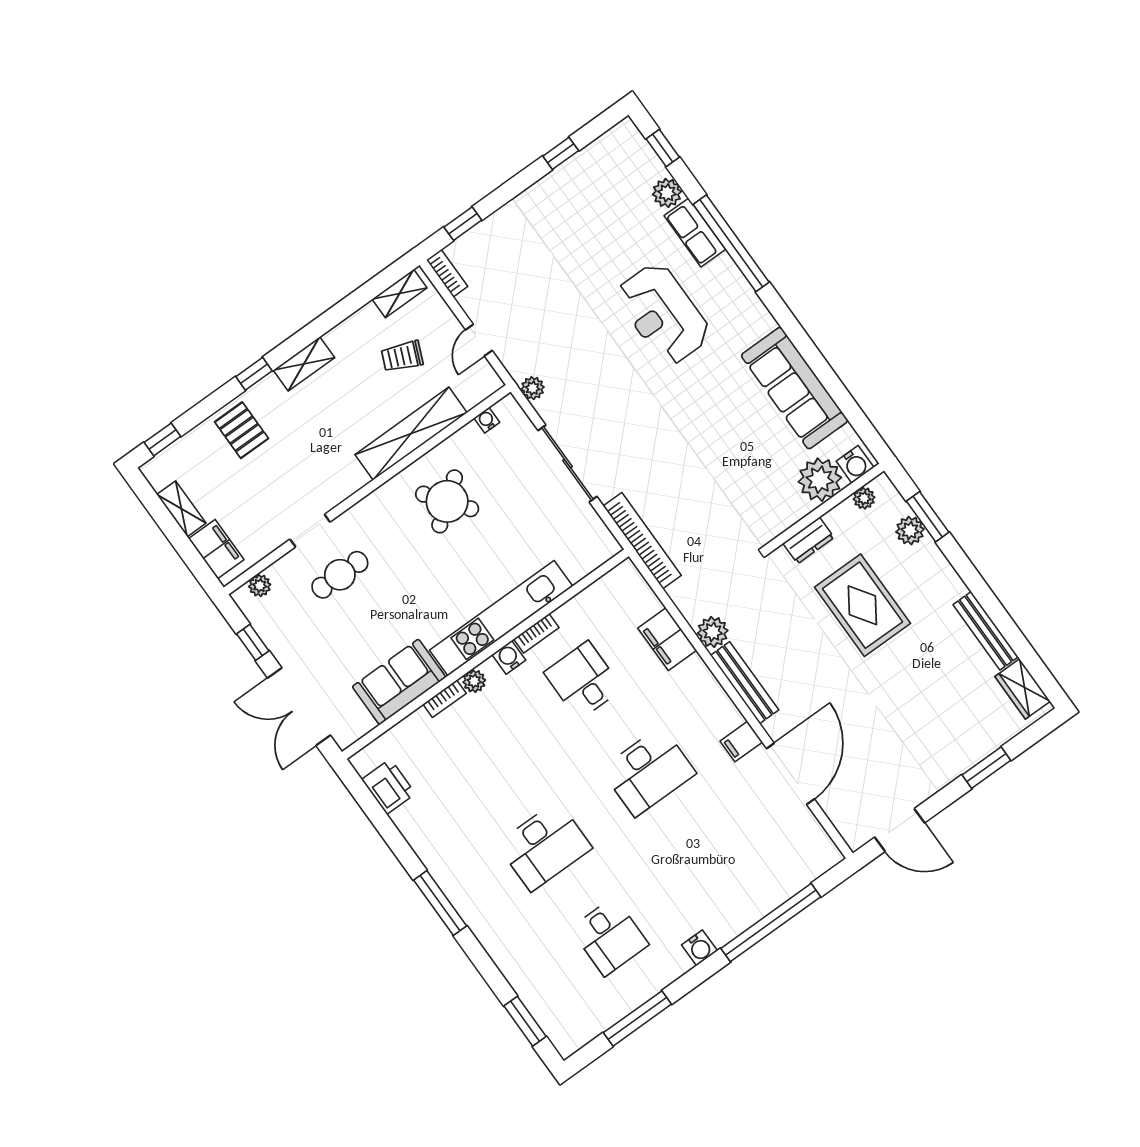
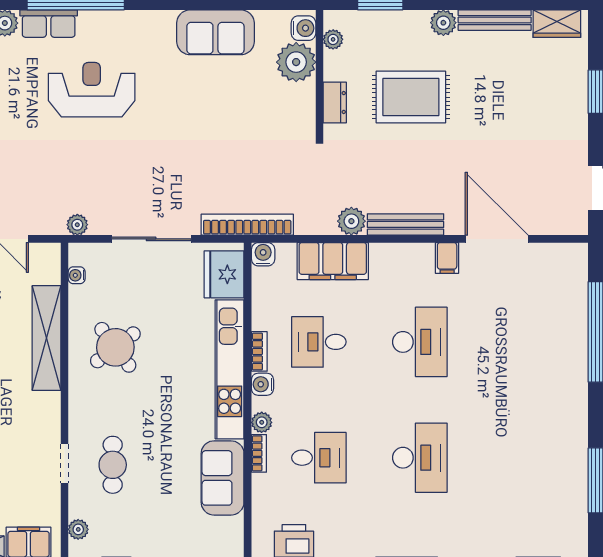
reception desk: (663, 314) -> (92, 90), turned 180
sofa: (795, 388) -> (215, 32), width x0.73
plant: (910, 531) -> (443, 23), moved
fridge: (583, 552) -> (224, 274), added
filing cabinet: (667, 639) -> (333, 261), width x1.50, depth x1.17
desk: (609, 937) -> (319, 458), moved
water cooler: (699, 948) -> (263, 254), moved, turned -90

